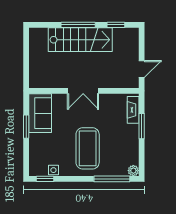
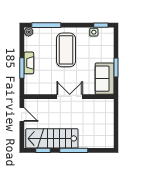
stairs: (80, 40) -> (52, 138), moved
door: (142, 69) -> (22, 115), swing flipped
fireplace: (133, 110) -> (29, 63), moved

